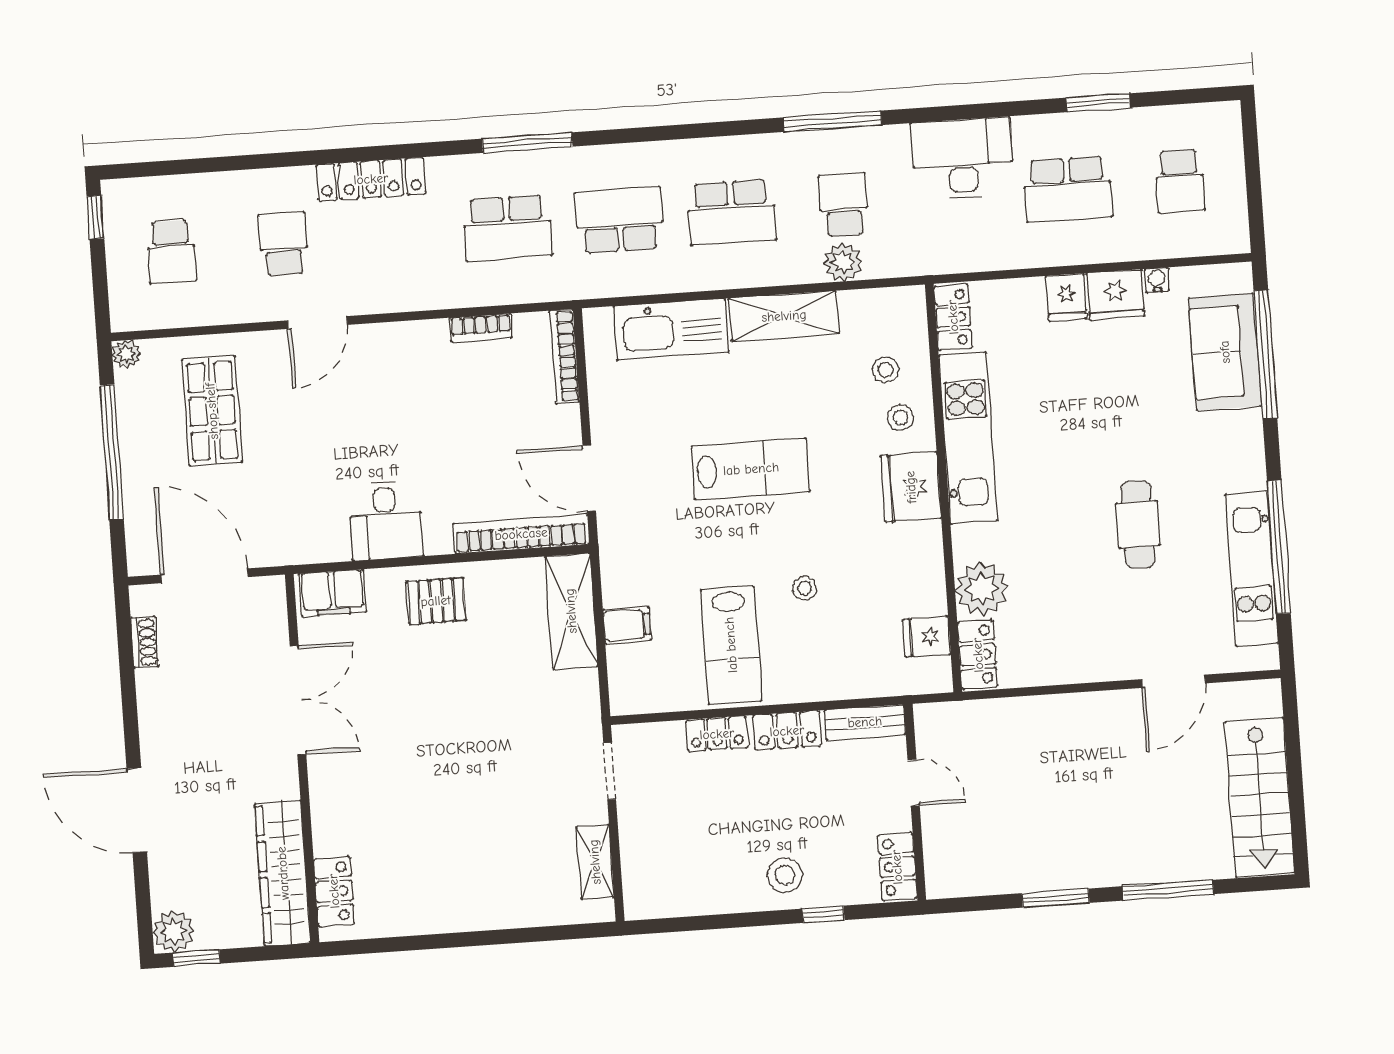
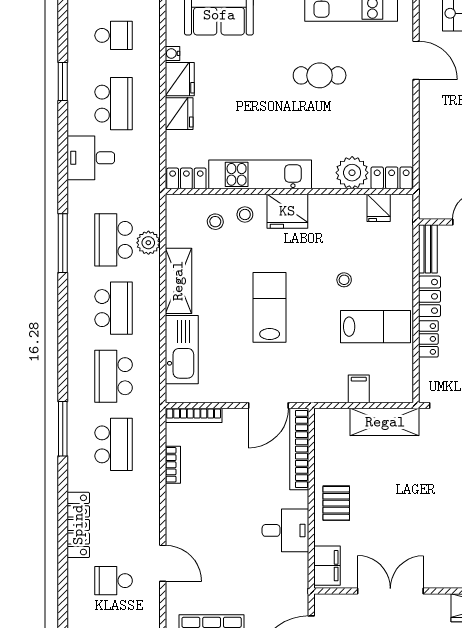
desk: (962, 159) -> (91, 158), width x0.73
school desk: (844, 205) -> (114, 240), width x1.85
fridge: (1066, 297) -> (179, 114), width x1.38
shelving: (571, 611) -> (385, 422), moved

